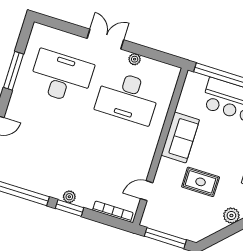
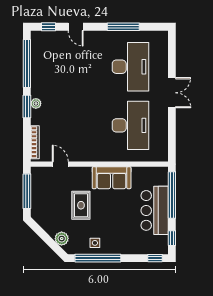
plant: (135, 59) -> (163, 121), removed
desk: (128, 98) -> (130, 125), turned 180

